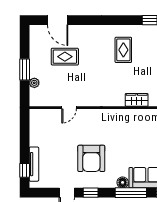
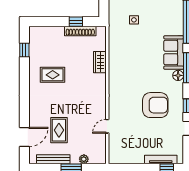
bench: (34, 51) -> (53, 159), added
door: (69, 108) -> (107, 126), swing flipped

